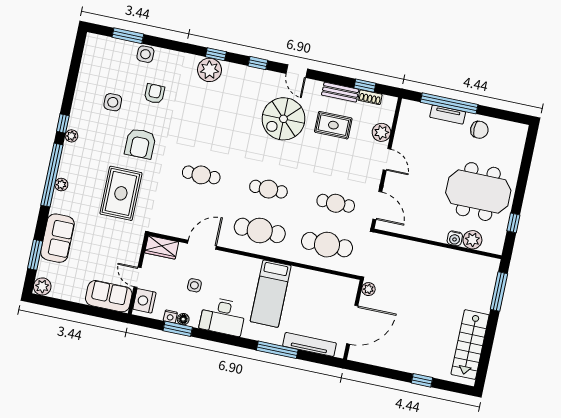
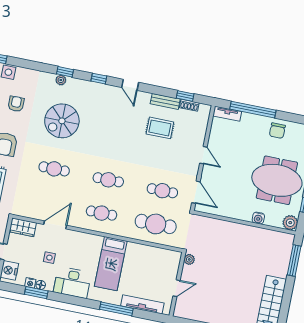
plant: (209, 70) -> (61, 80), width x0.53, depth x0.53
tv unit: (448, 115) -> (227, 114), moved
spiral stairs: (283, 119) -> (62, 121), moved
chair: (479, 130) -> (277, 131), turned 90
plant: (381, 132) -> (199, 133), removed
cafe table: (260, 230) -> (102, 213), width x0.73, depth x0.74
plant: (472, 240) -> (290, 223), moved
door: (352, 325) -> (176, 288), width x0.53

